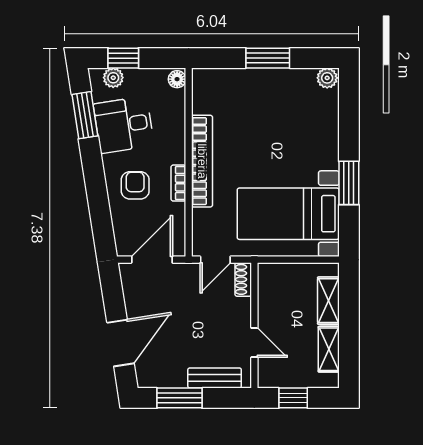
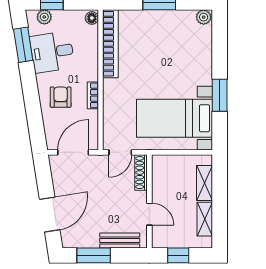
bookcase: (202, 161) -> (110, 44), moved
shoe rack: (243, 279) -> (141, 173), width x1.43

